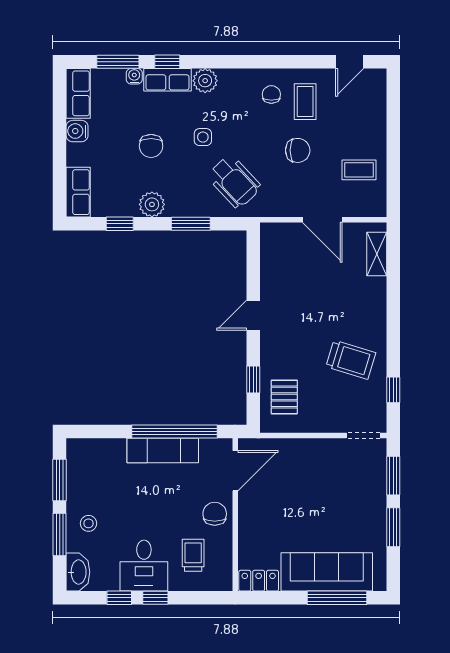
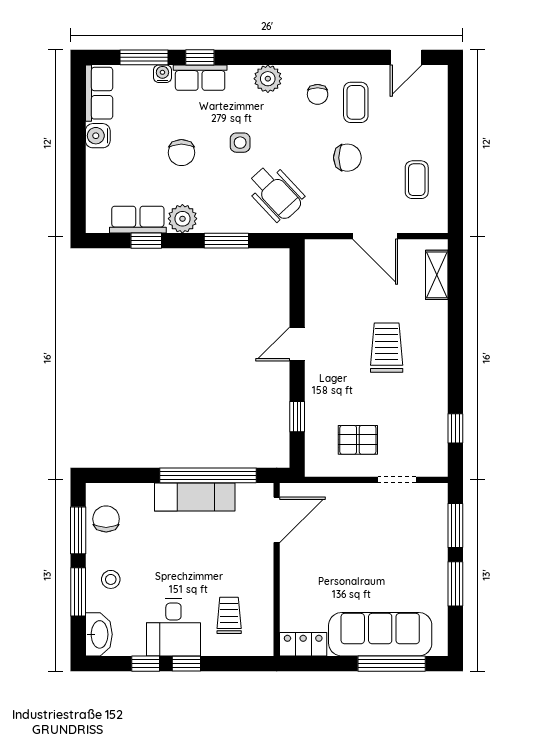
plant: (205, 81) -> (268, 79), moved
chair: (271, 94) -> (318, 94), turned 180
coffee table: (359, 170) -> (417, 180), turned 90
row of seats: (78, 192) -> (138, 220), moved, turned -90
trolley: (351, 360) -> (387, 348), moved, turned -107
pallet: (284, 397) -> (358, 440), moved, turned 90
doorway: (363, 435) -> (397, 480), moved
chair: (215, 514) -> (106, 519), moved

